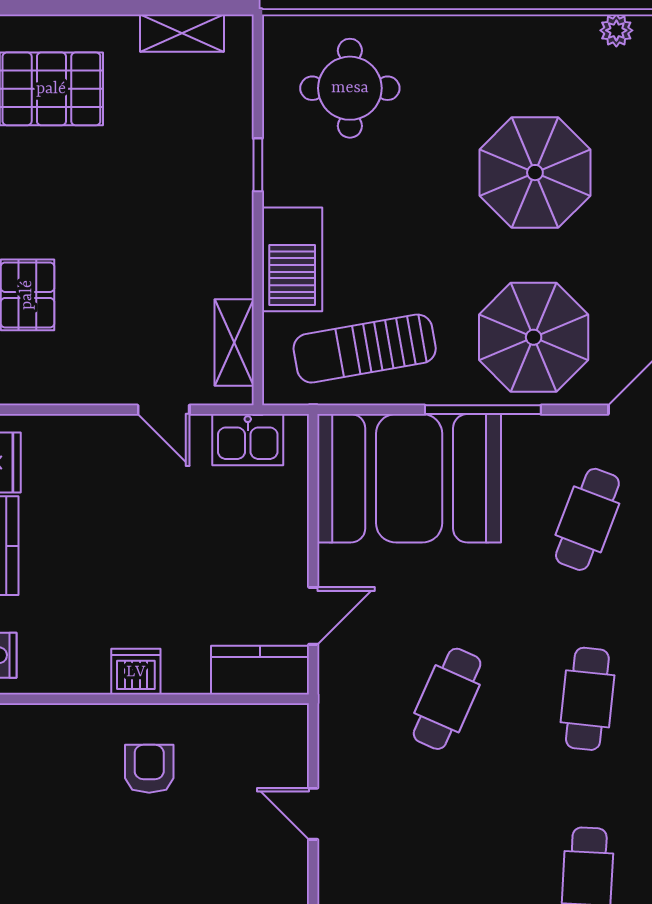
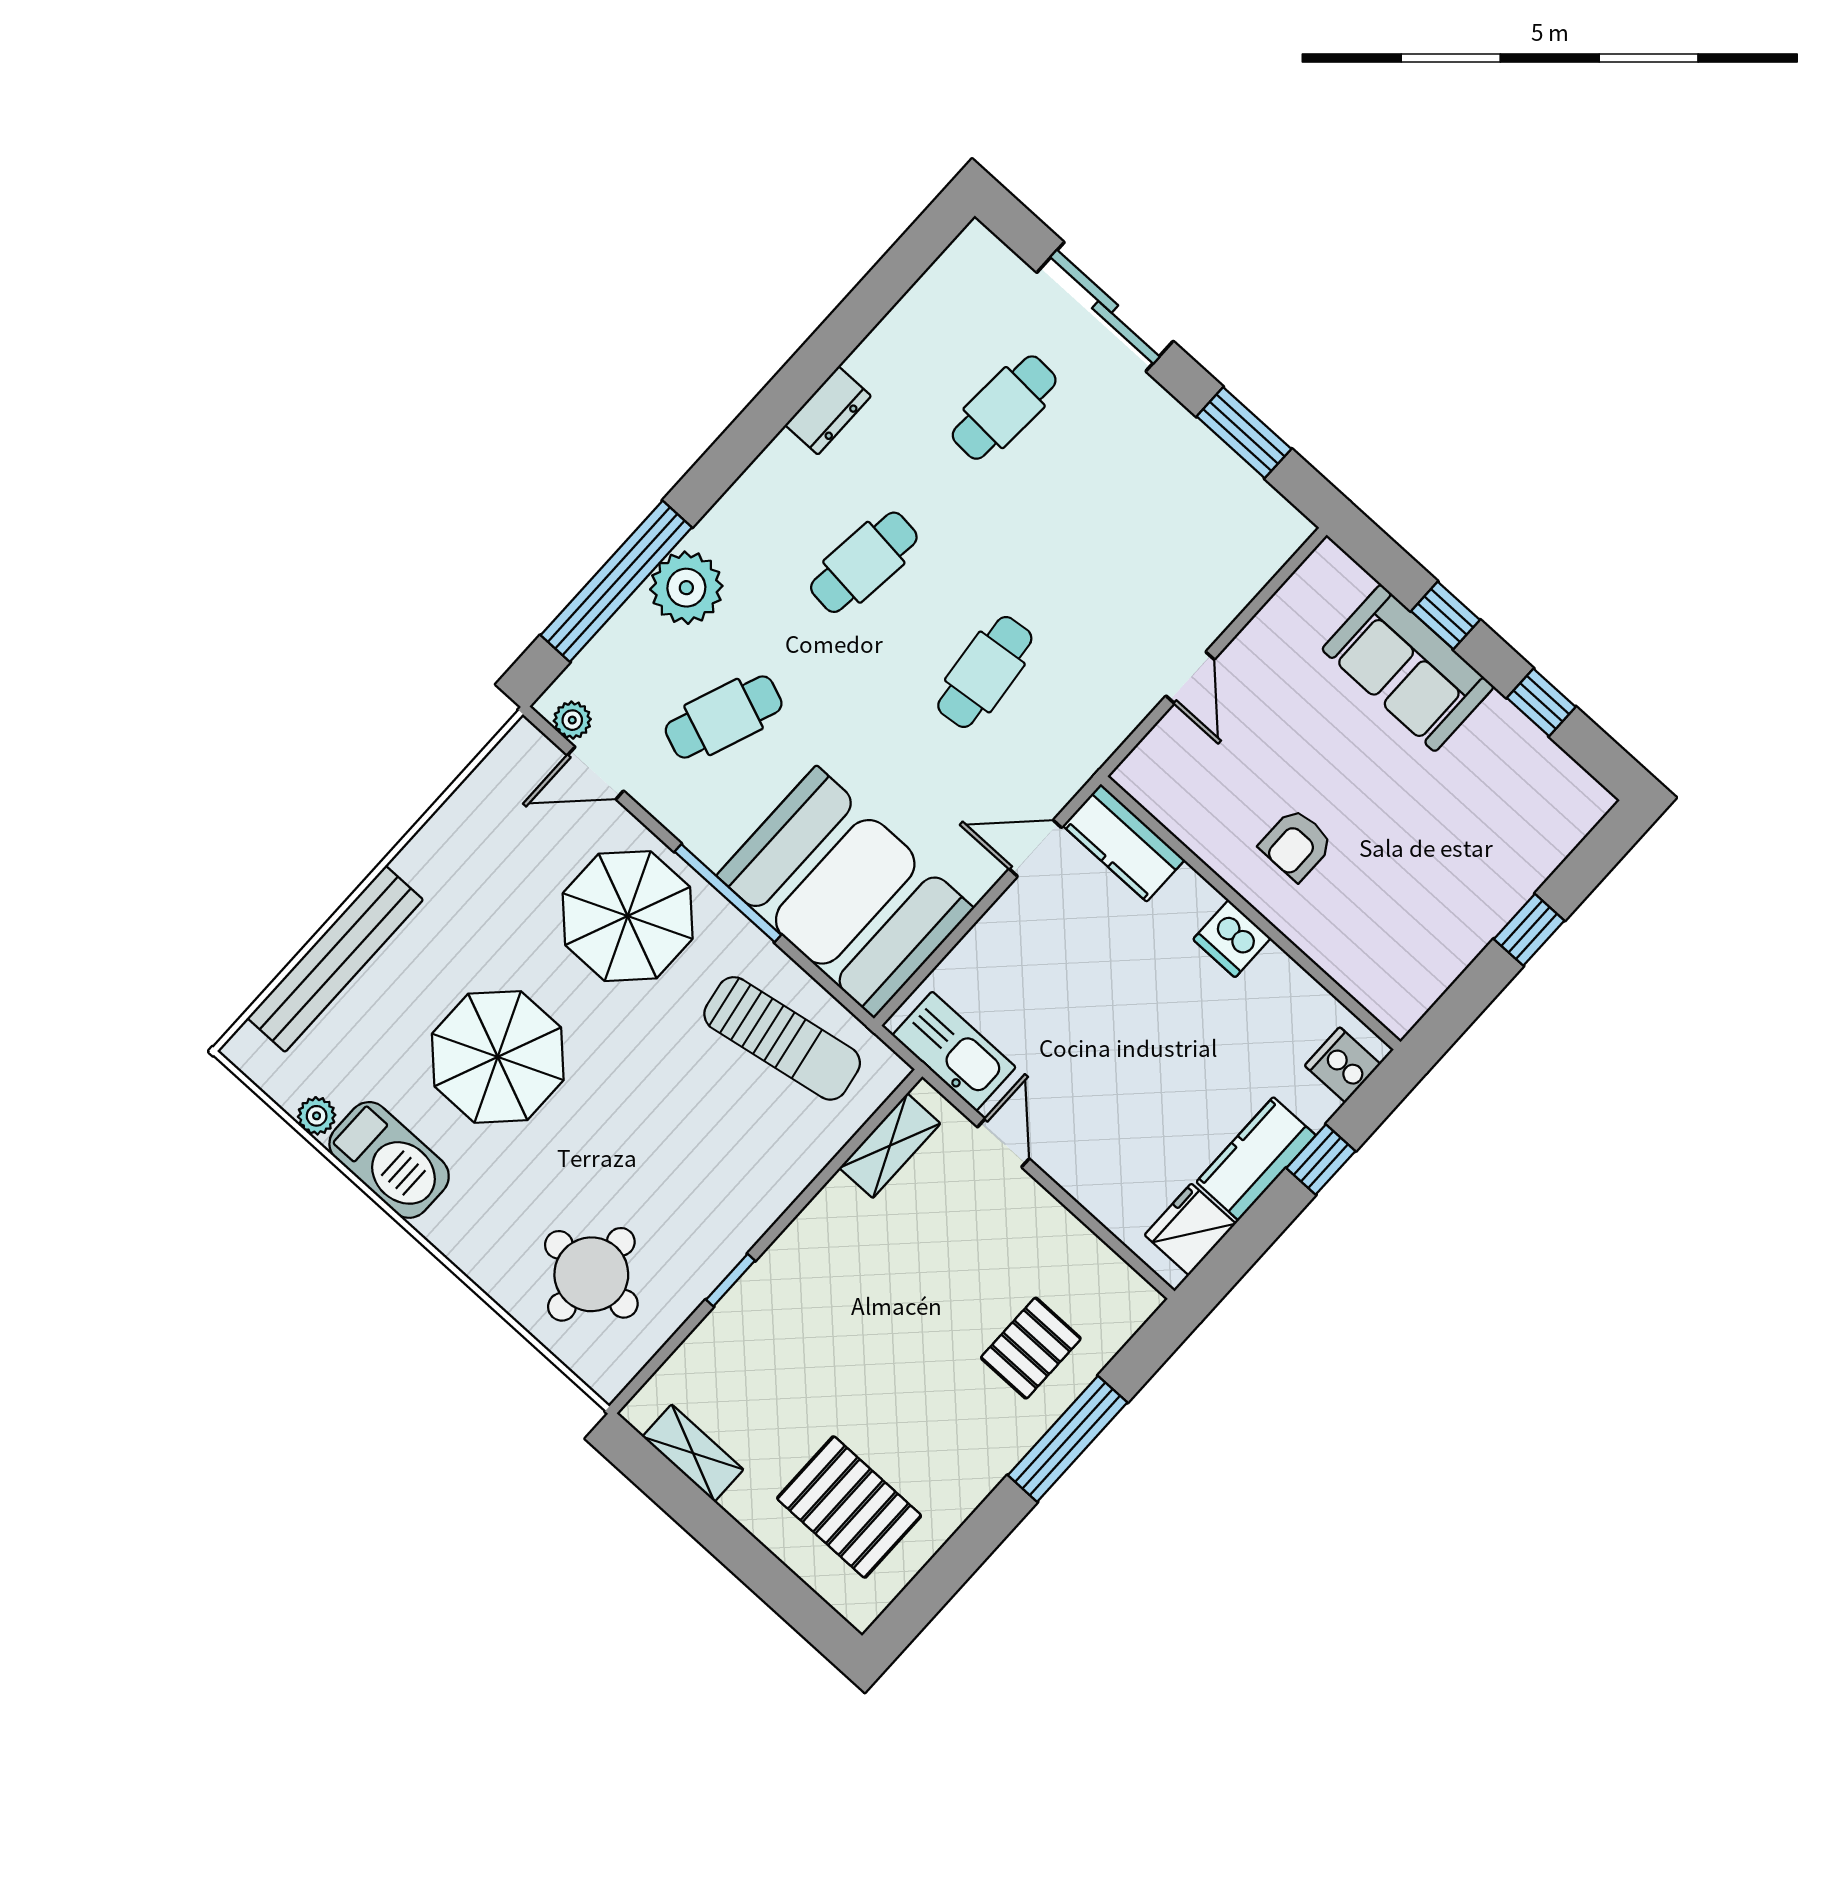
barbecue: (292, 259) -> (389, 1160), moved, turned 90
kitchen sink: (248, 440) -> (954, 1051), width x1.38
cafe table: (447, 699) -> (985, 672), turned -30

